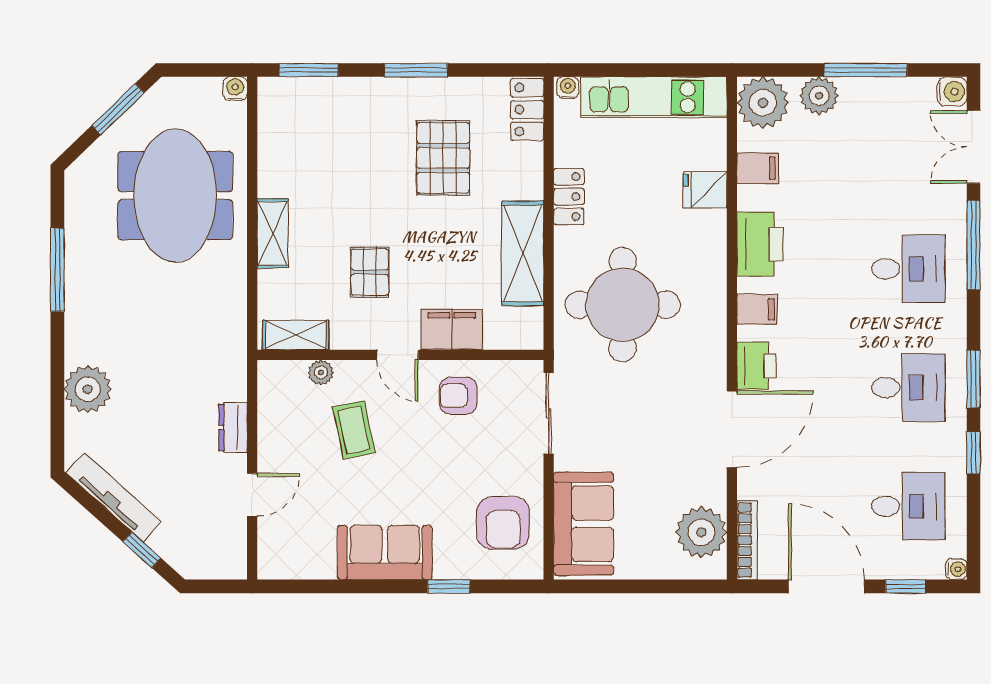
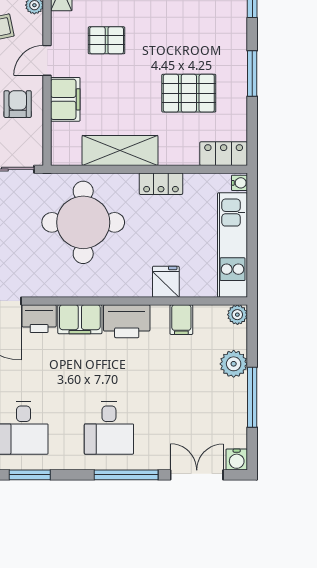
plant: (763, 103) -> (237, 315), width x0.53, depth x0.53
filing cabinet: (757, 309) -> (80, 319), width x2.00

